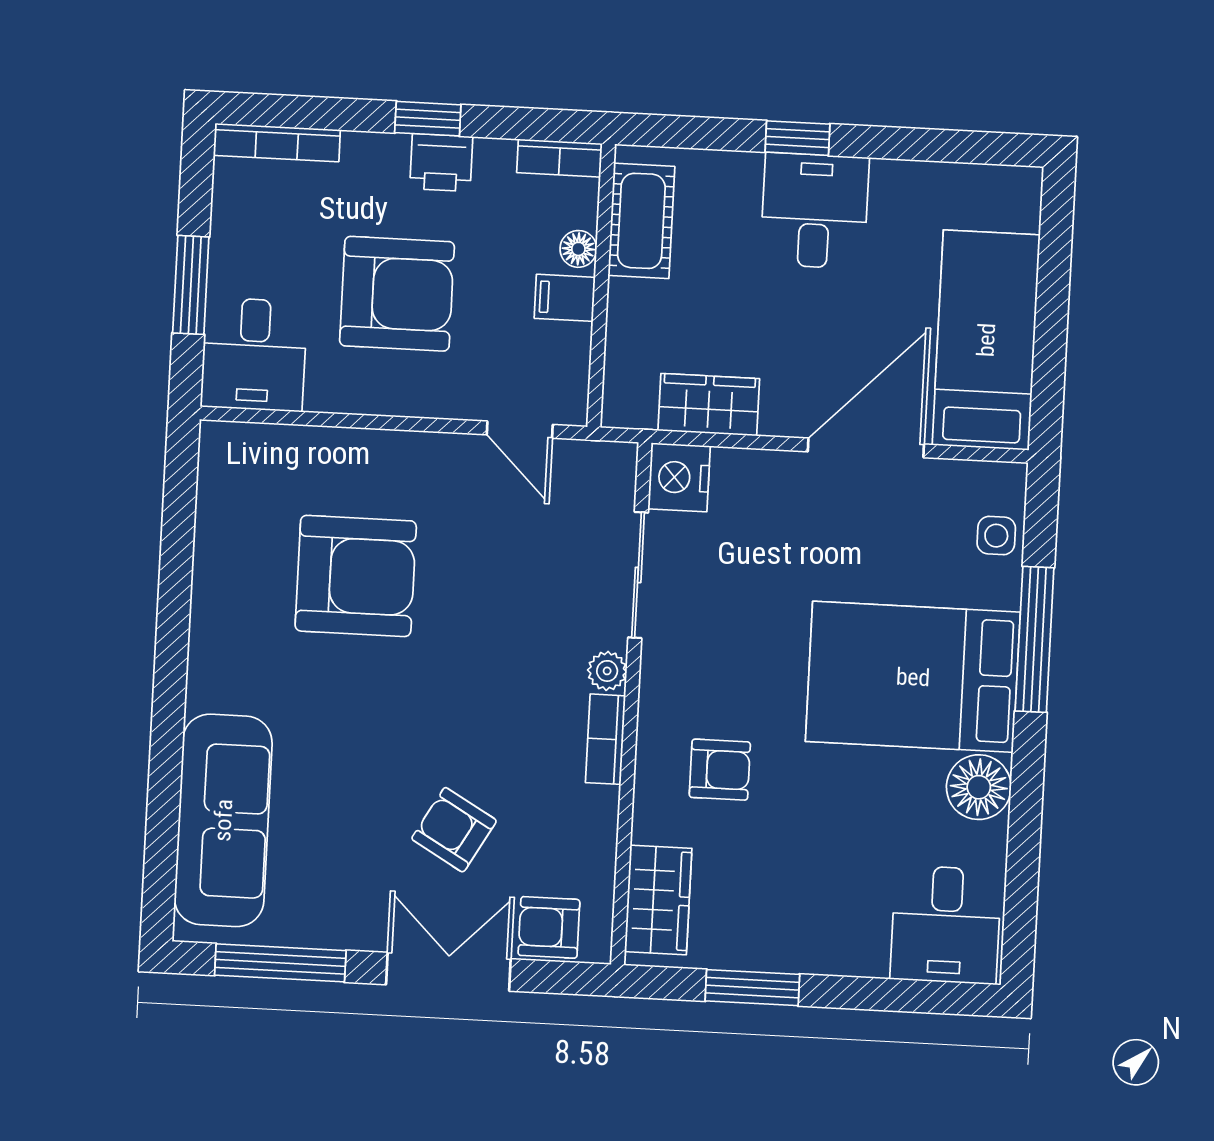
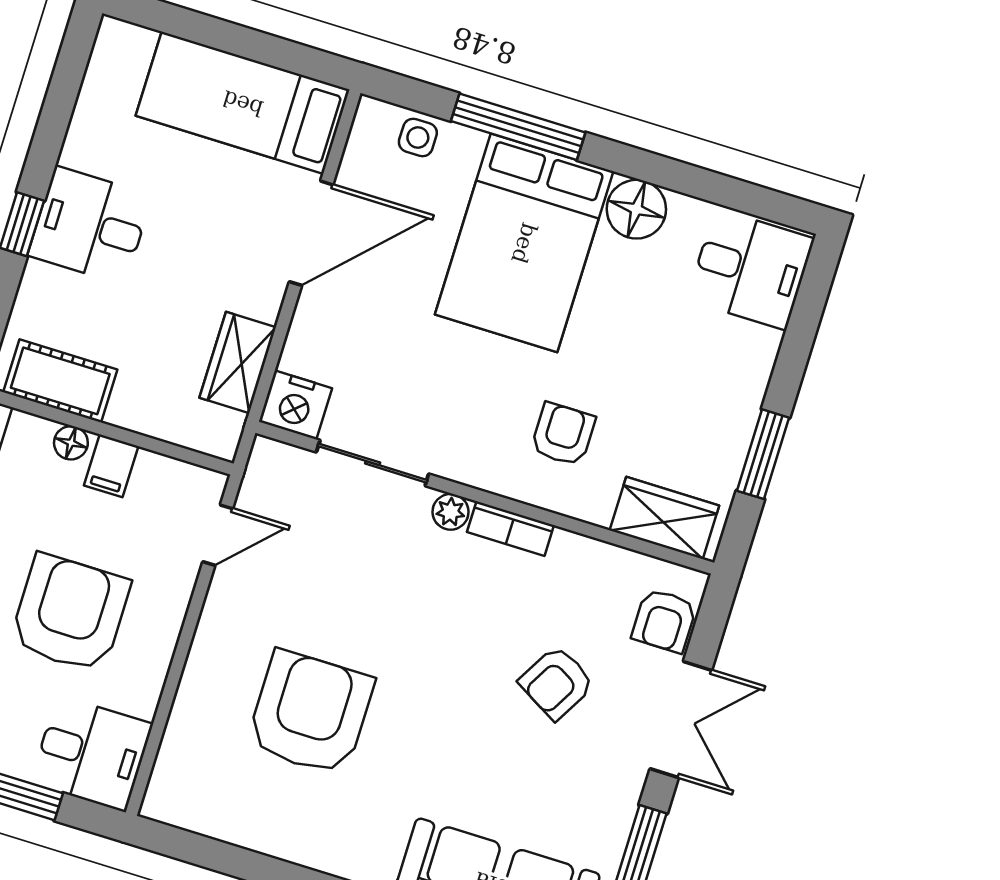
door: (866, 448) -> (311, 233), swing flipped
double door: (448, 972) -> (681, 719), swing flipped

